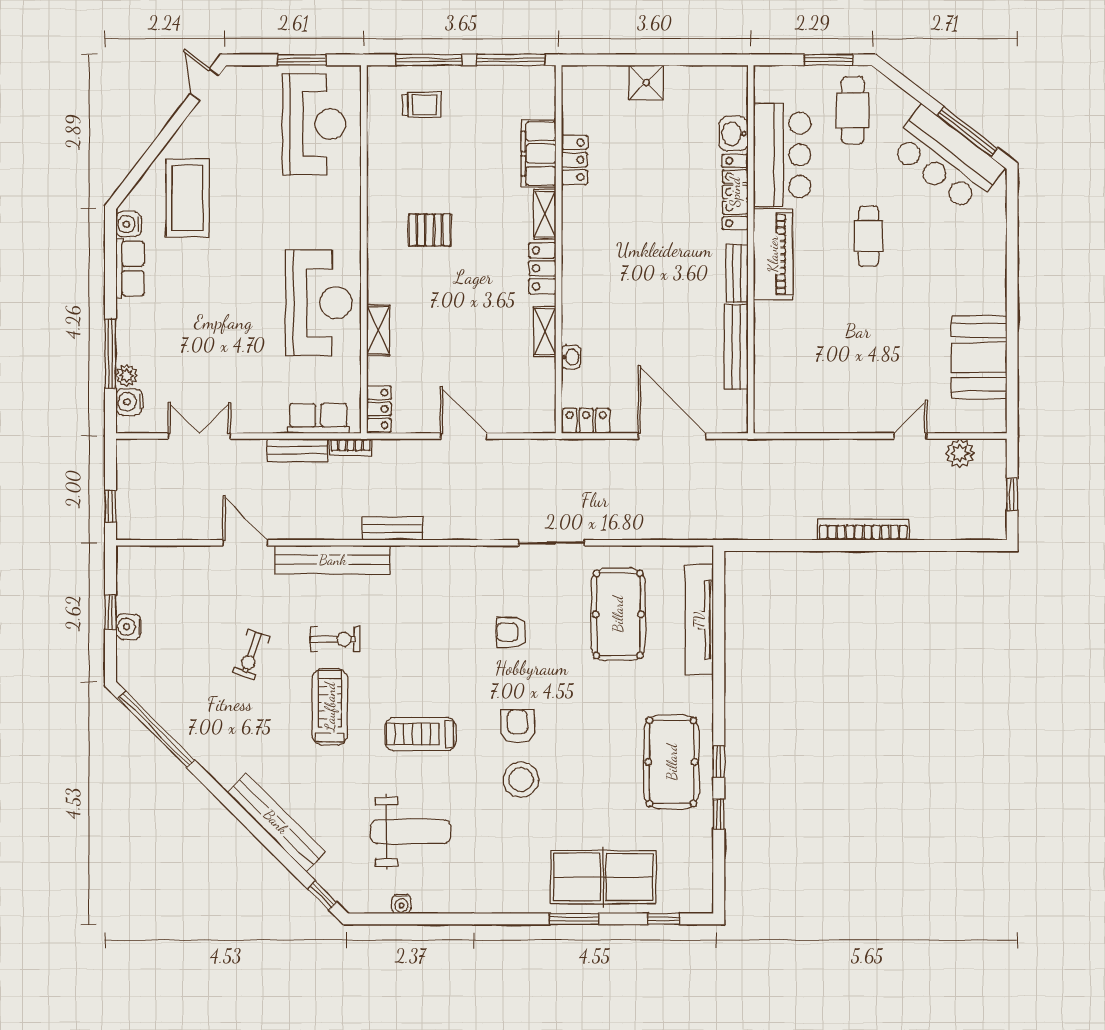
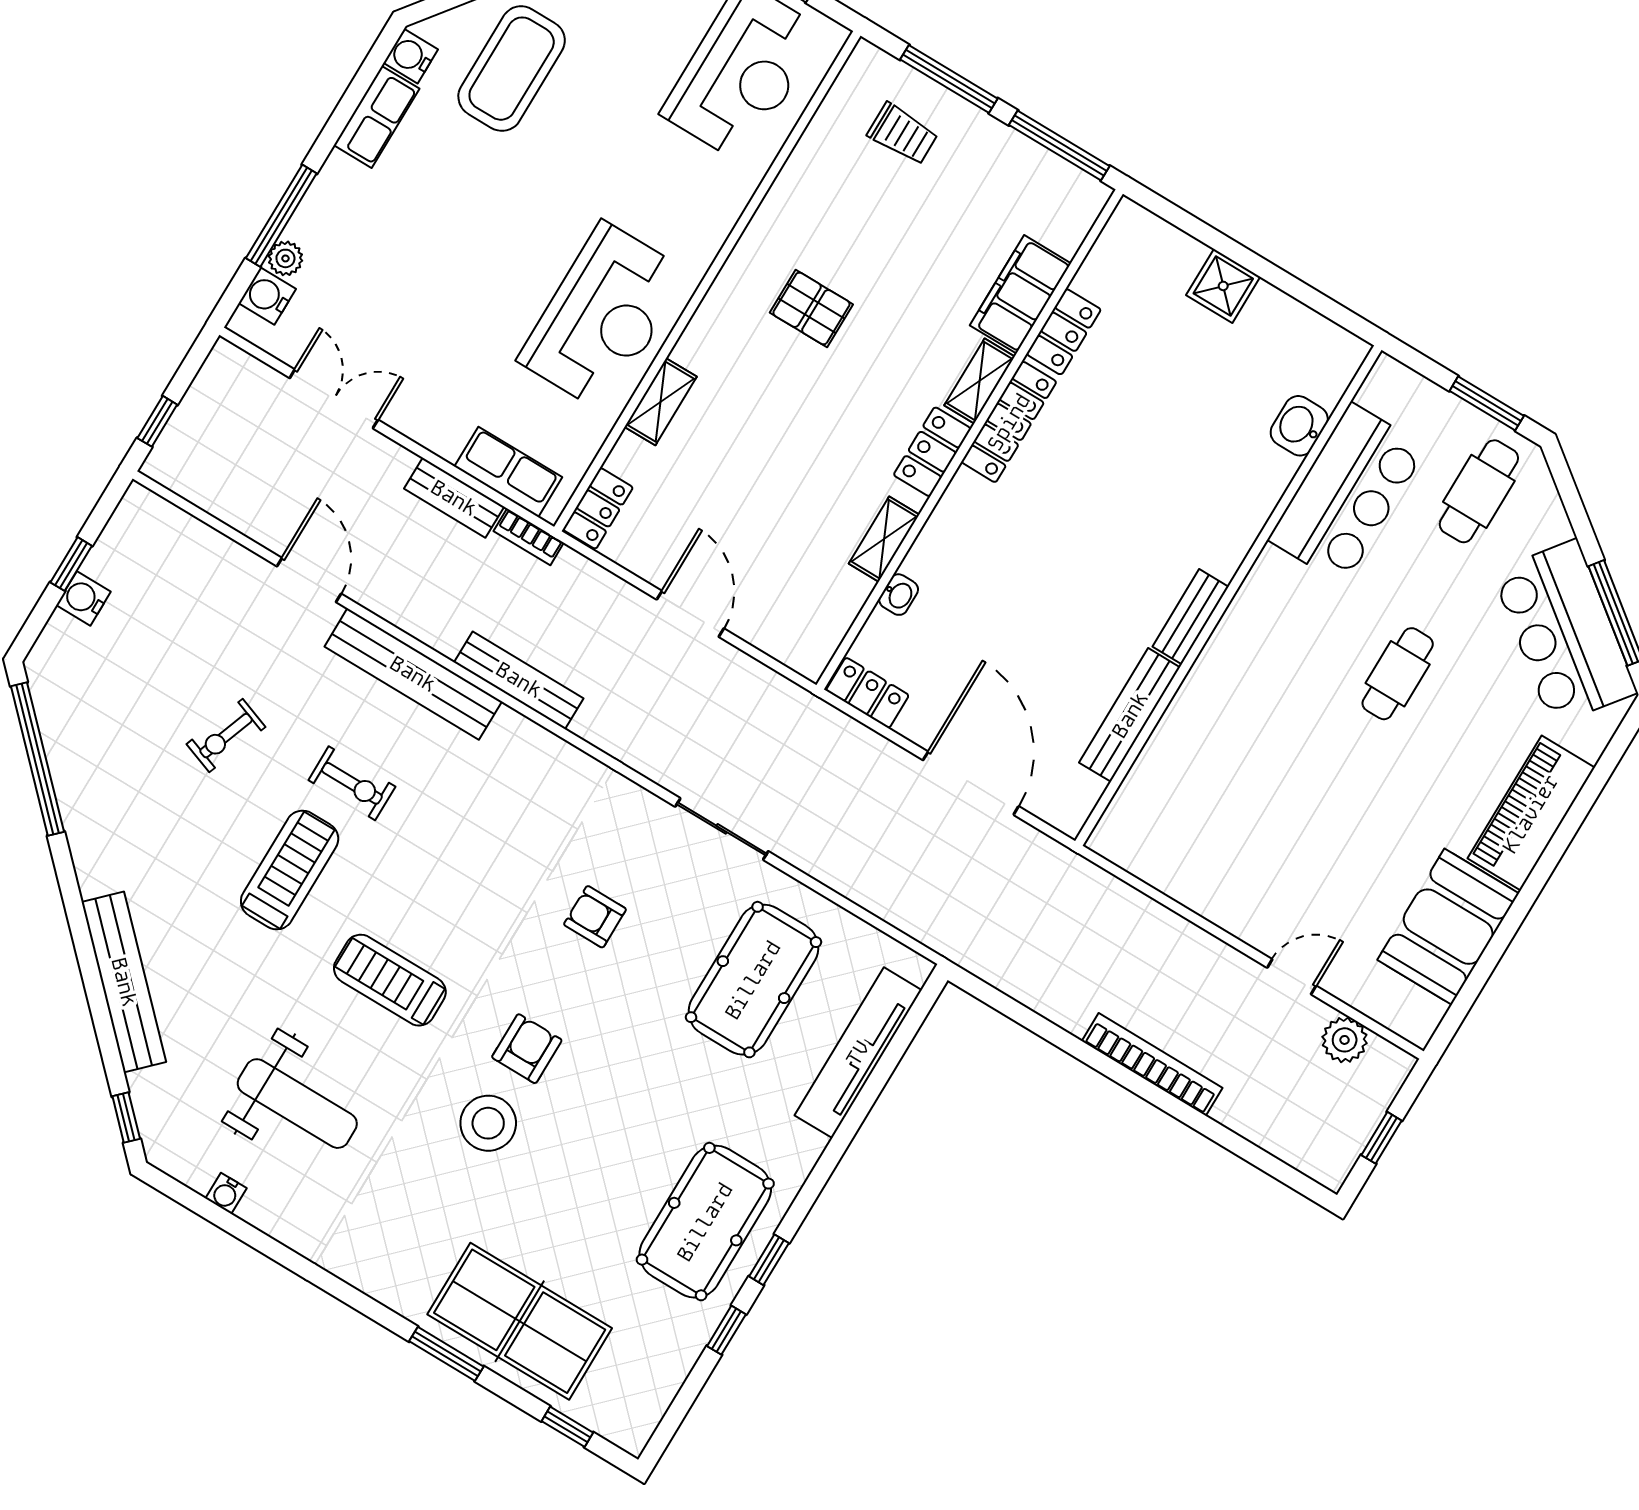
locker: (735, 192) -> (1009, 422), moved, turned 180
piano: (773, 254) -> (1531, 813), moved, turned 180
bench: (392, 529) -> (519, 680), width x1.36

